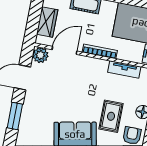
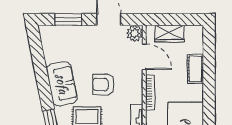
armchair: (83, 94) -> (104, 84), added

